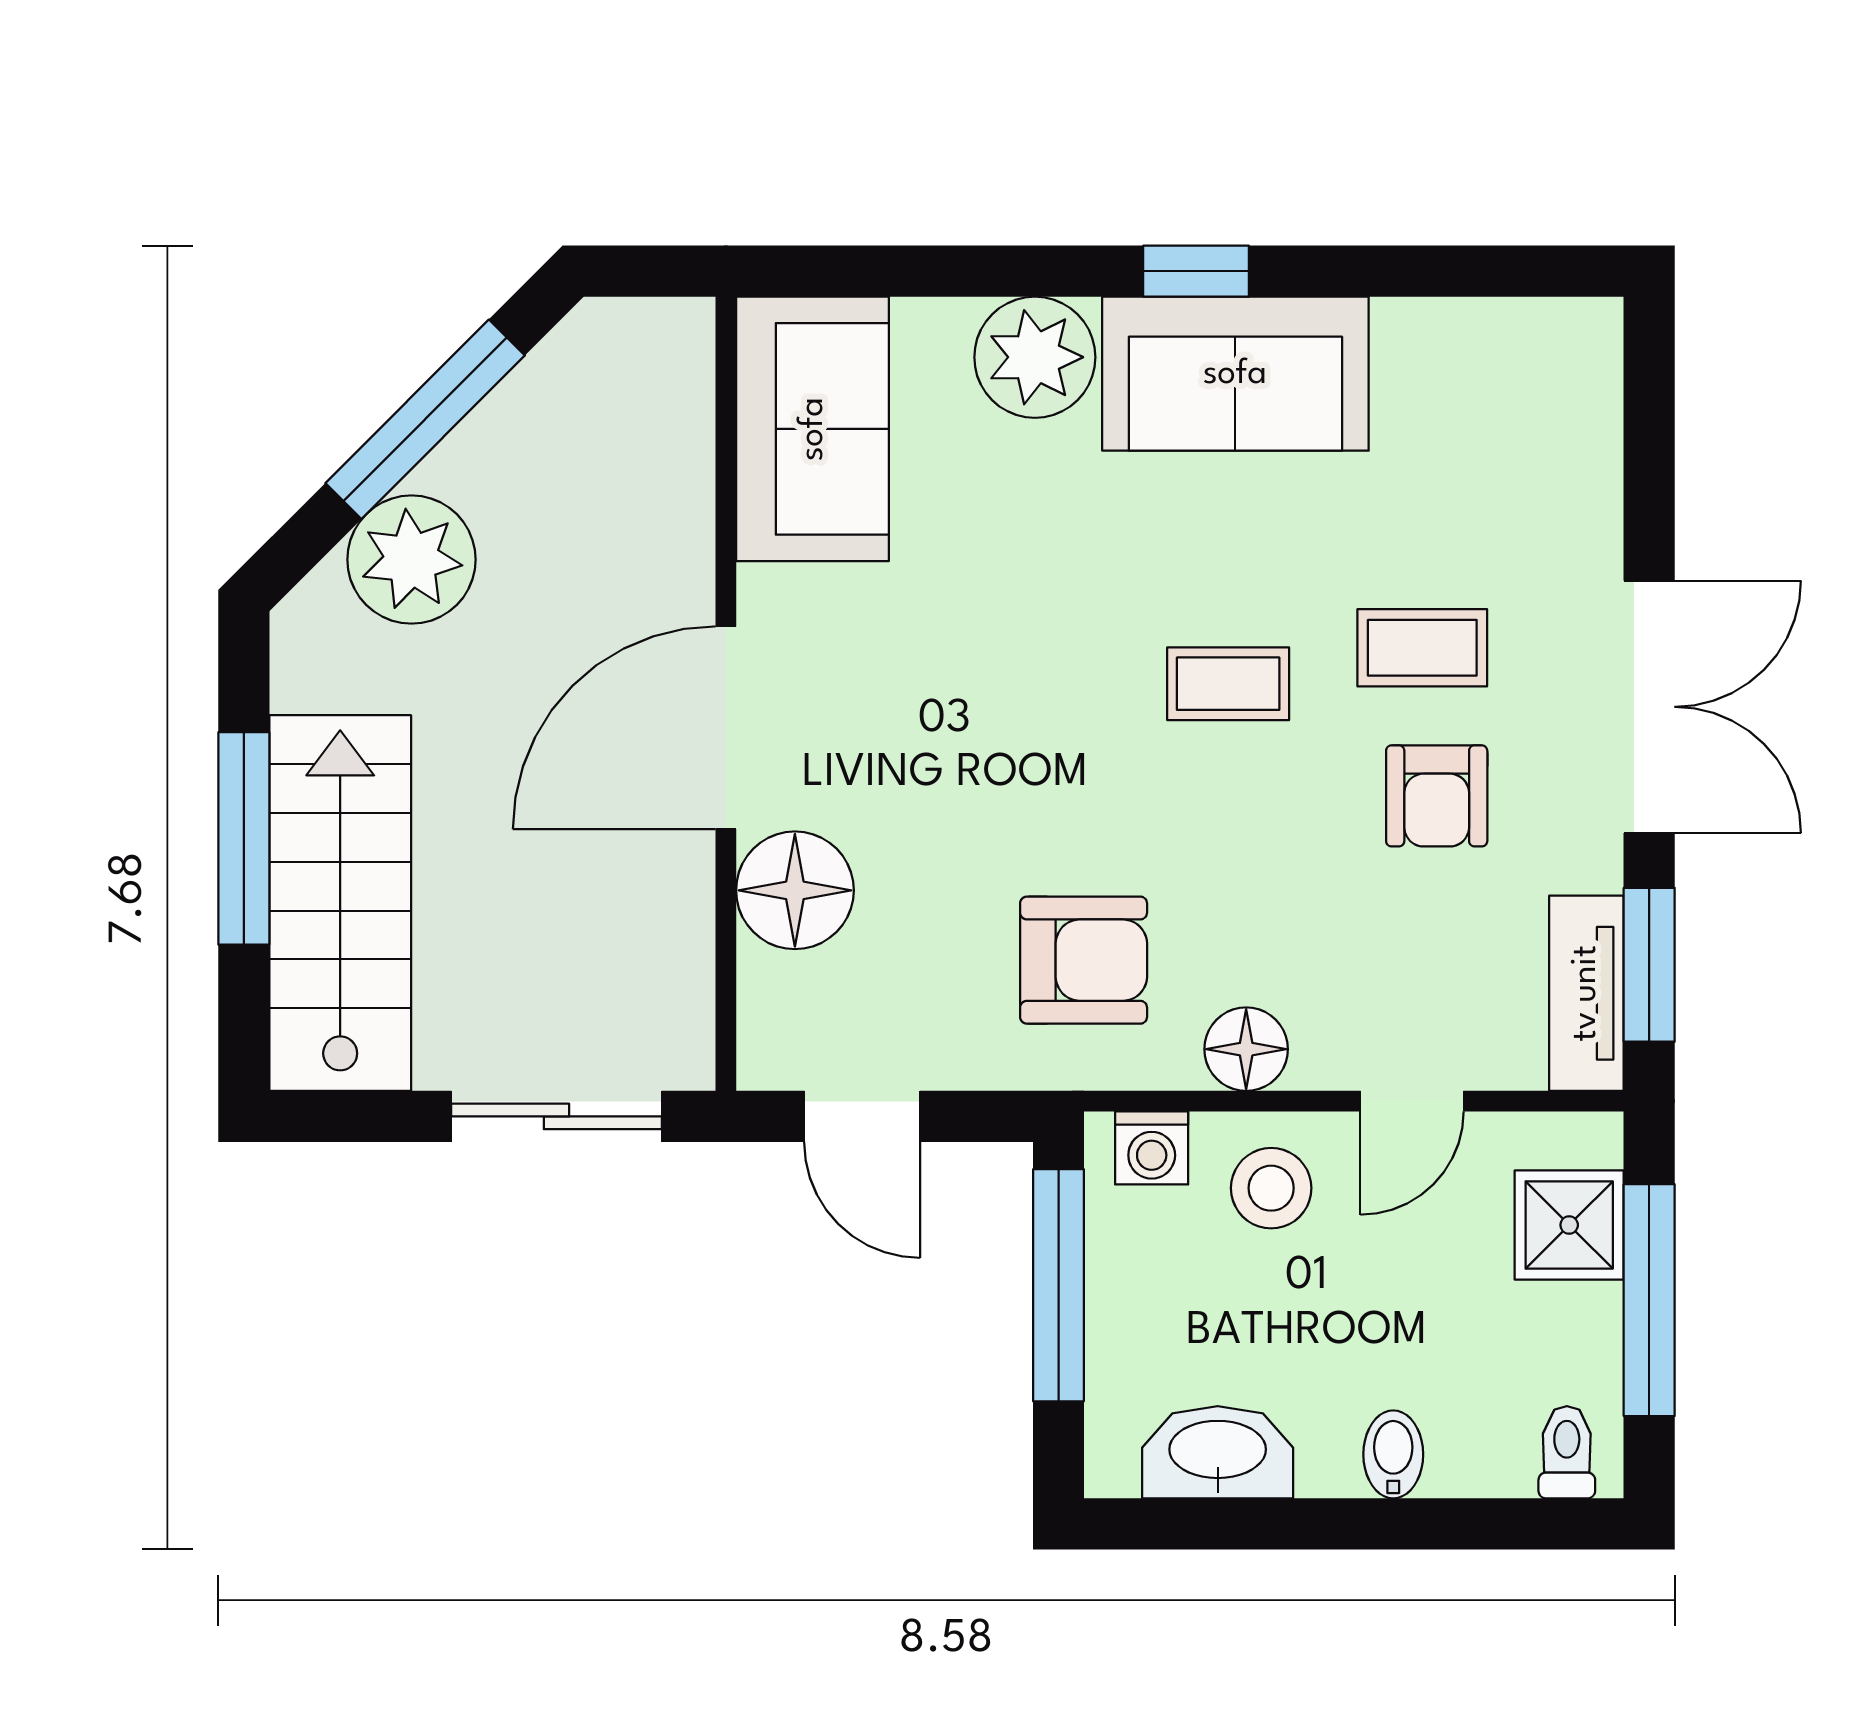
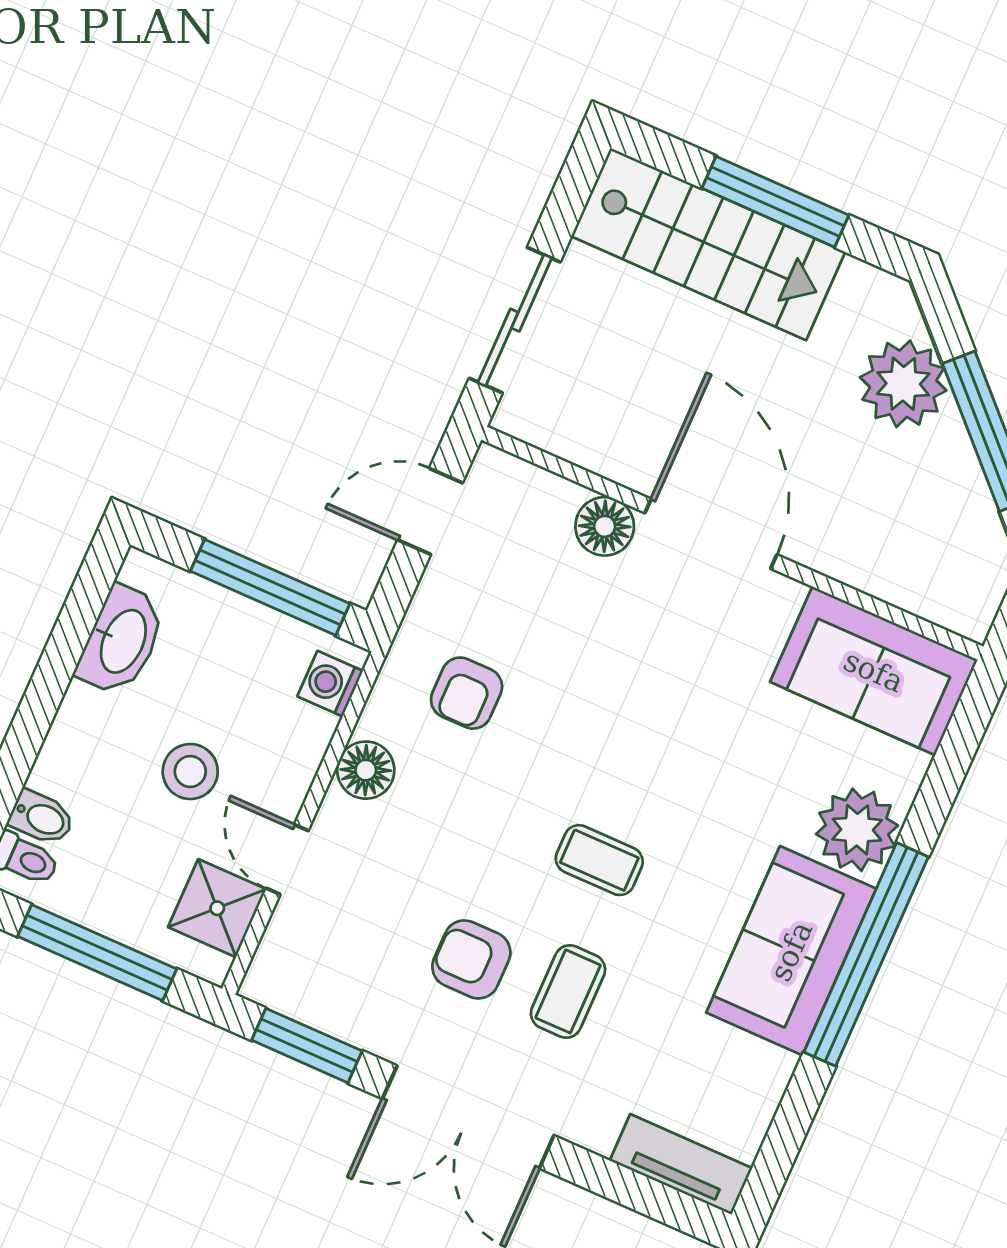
window: (1196, 271) -> (866, 954), width x3.17
coffee table: (1228, 684) -> (599, 860), turned 90
floor lamp: (795, 890) -> (605, 526), width x0.73, depth x0.73
armchair: (1084, 960) -> (467, 693), width x0.72, depth x0.72
tv unit: (1586, 993) -> (681, 1164), moved
stool: (1271, 1188) -> (190, 772), moved
shower: (1569, 1225) -> (217, 908), moved
bidet: (1393, 1454) -> (42, 818), moved

